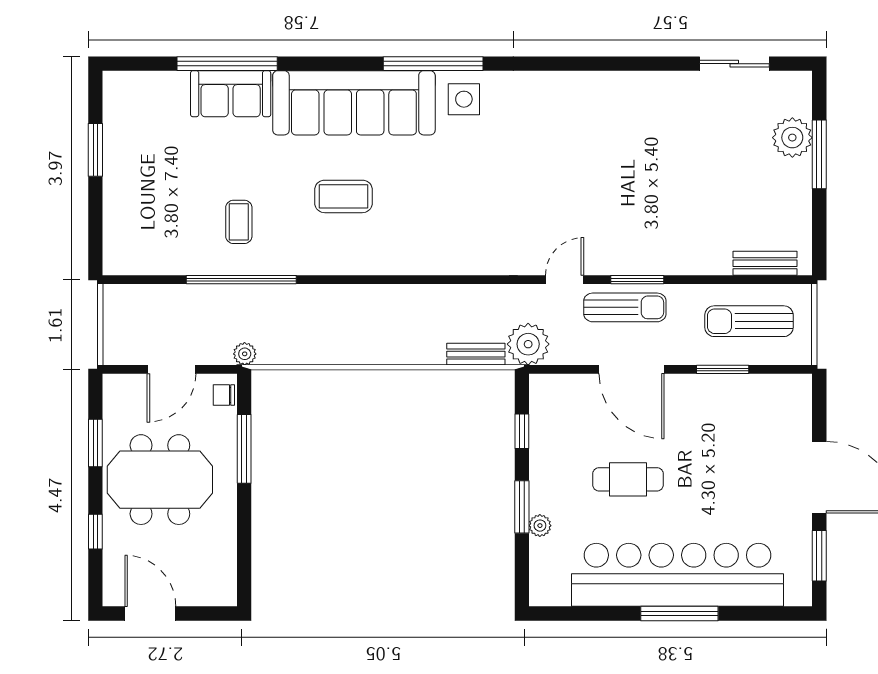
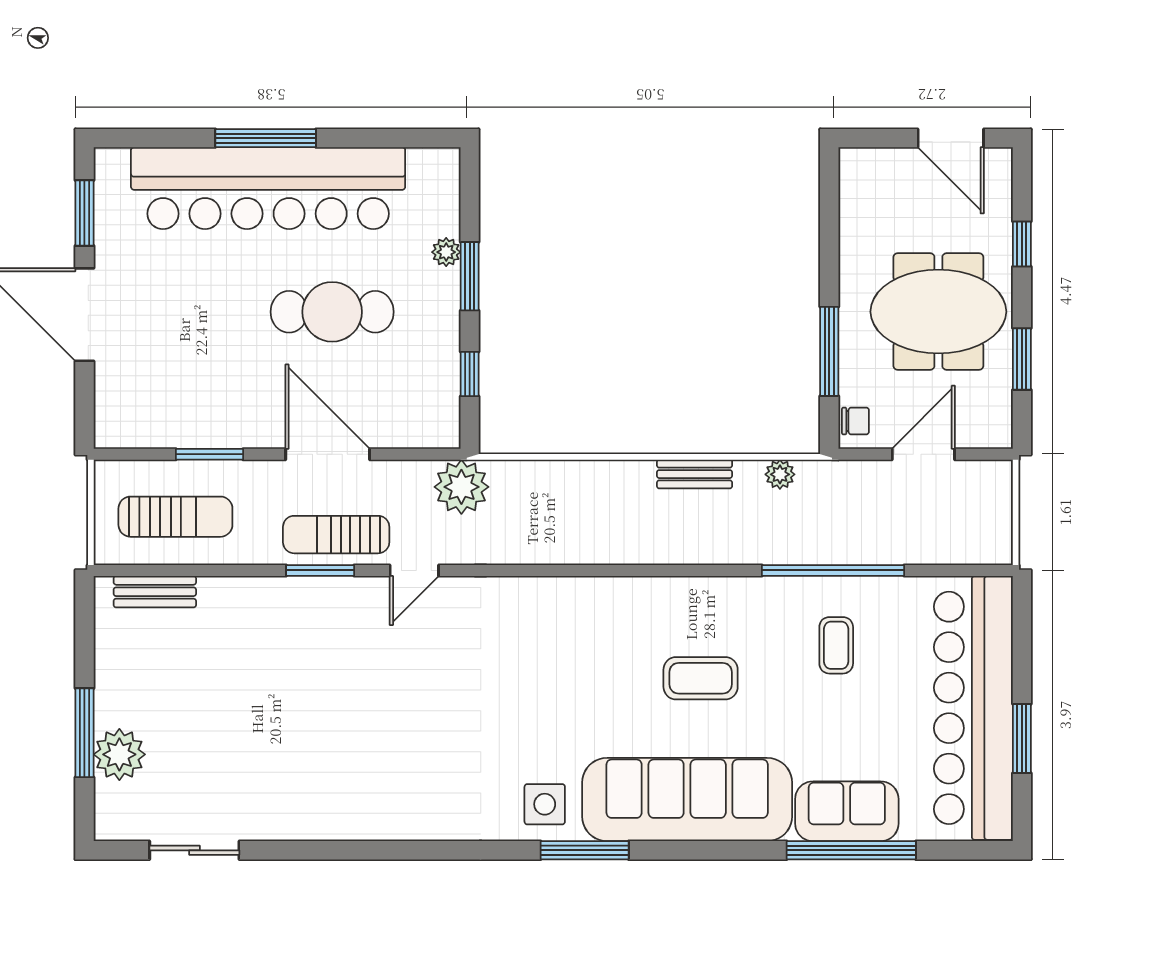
window: (433, 64) -> (585, 850), width x0.68
bar counter: (133, 174) -> (973, 708), added
plant: (245, 354) -> (780, 474), moved
bench: (476, 354) -> (695, 474), moved
cafe table: (628, 479) -> (332, 312), width x1.37, depth x1.35

